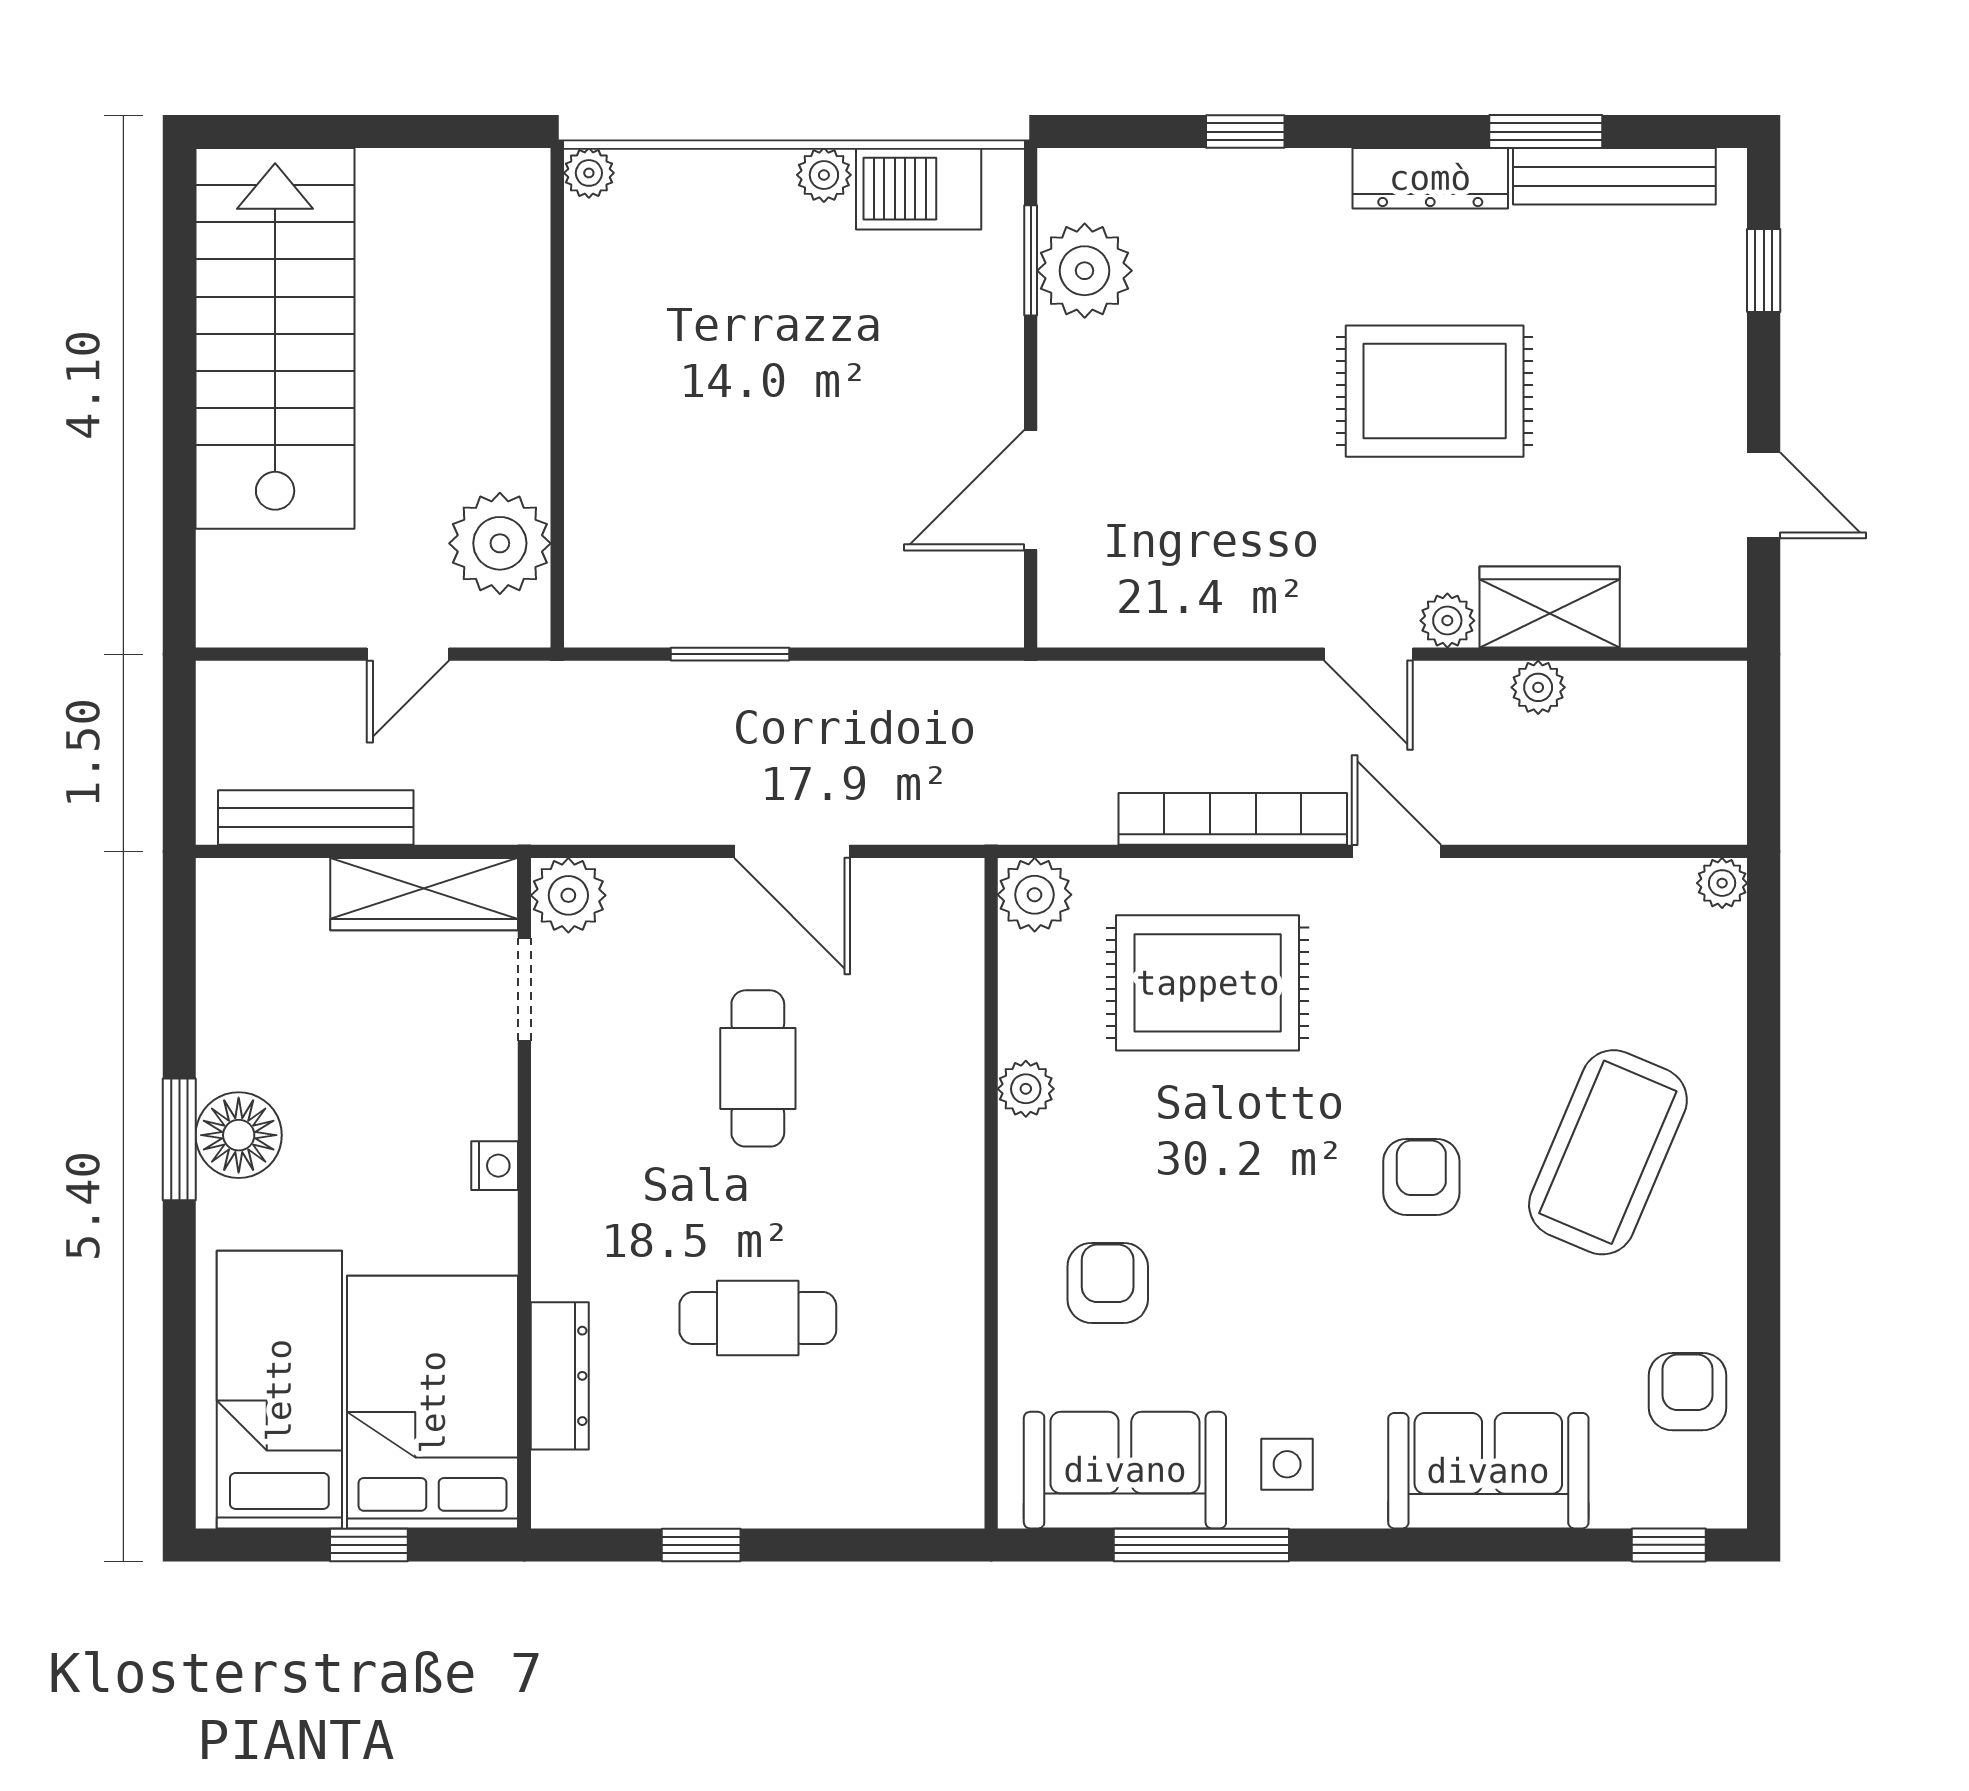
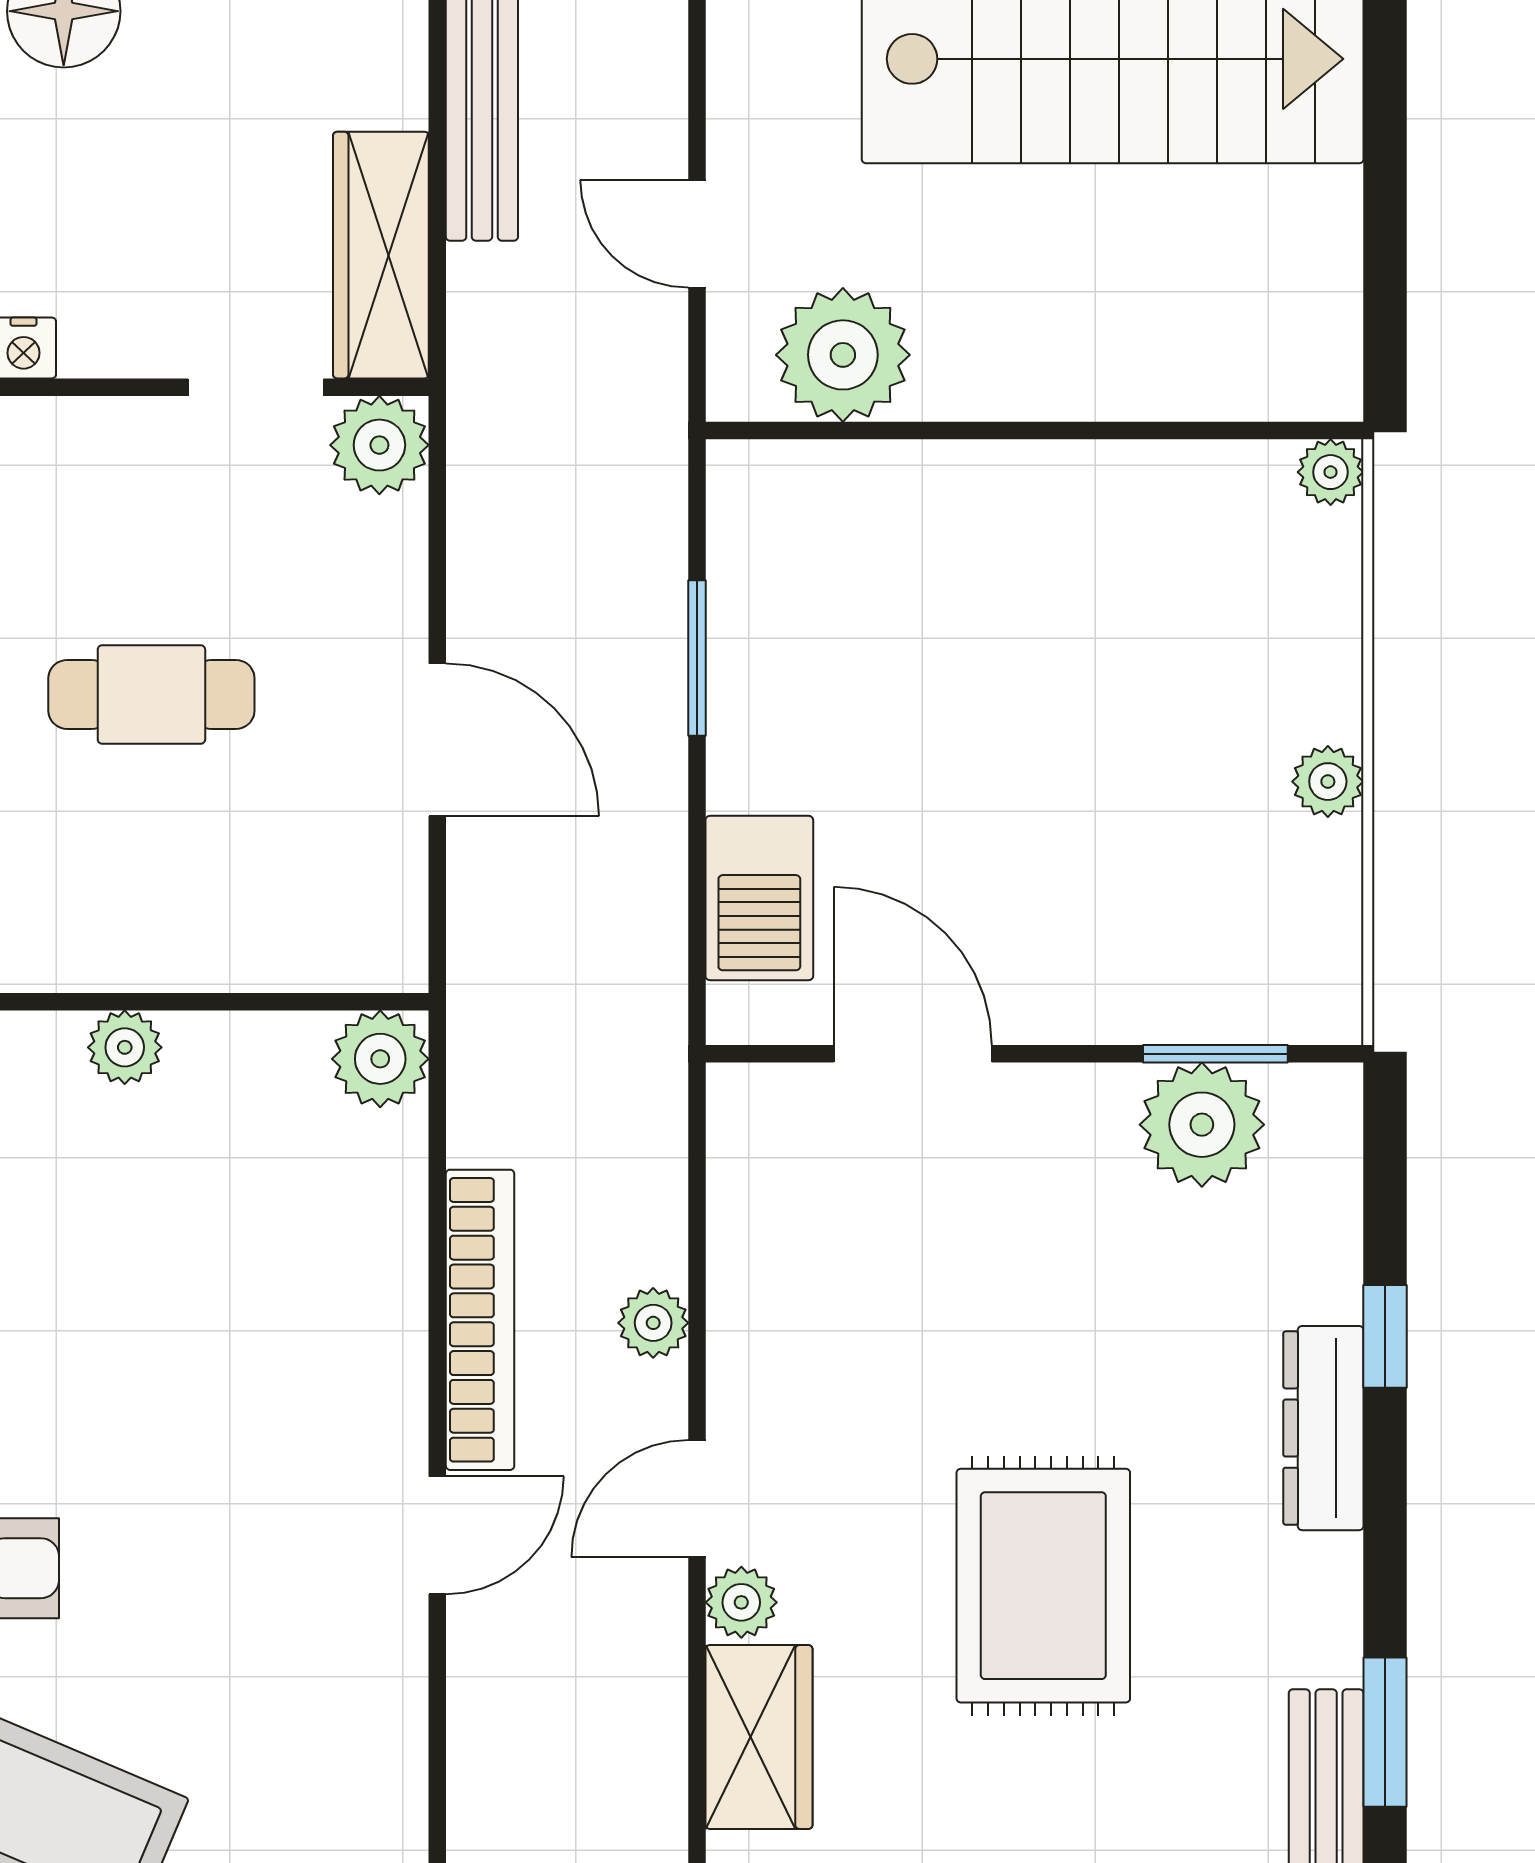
dresser: (1430, 178) -> (1323, 1428), moved
barbecue: (919, 189) -> (759, 898), moved, turned 180
plant: (1538, 687) -> (653, 1323), moved
door: (792, 851) -> (437, 740), swing flipped
rug: (1208, 983) -> (264, 1287), removed

